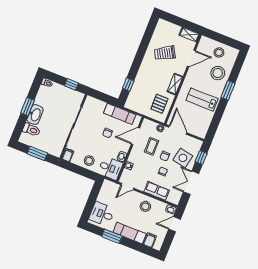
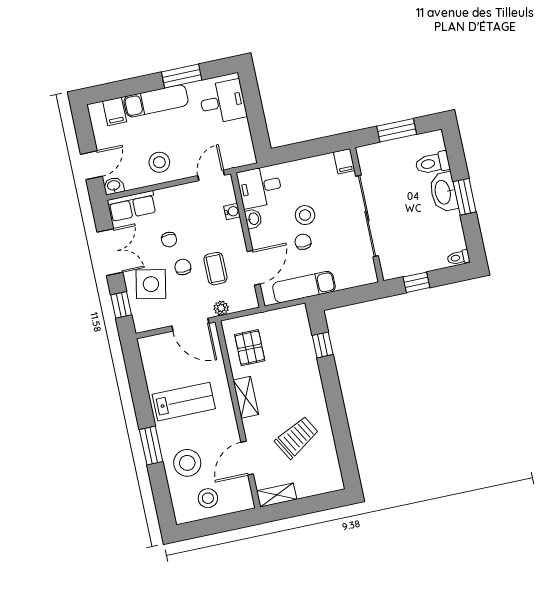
stool: (89, 161) -> (305, 215), moved
row of seats: (157, 191) -> (132, 206), moved

